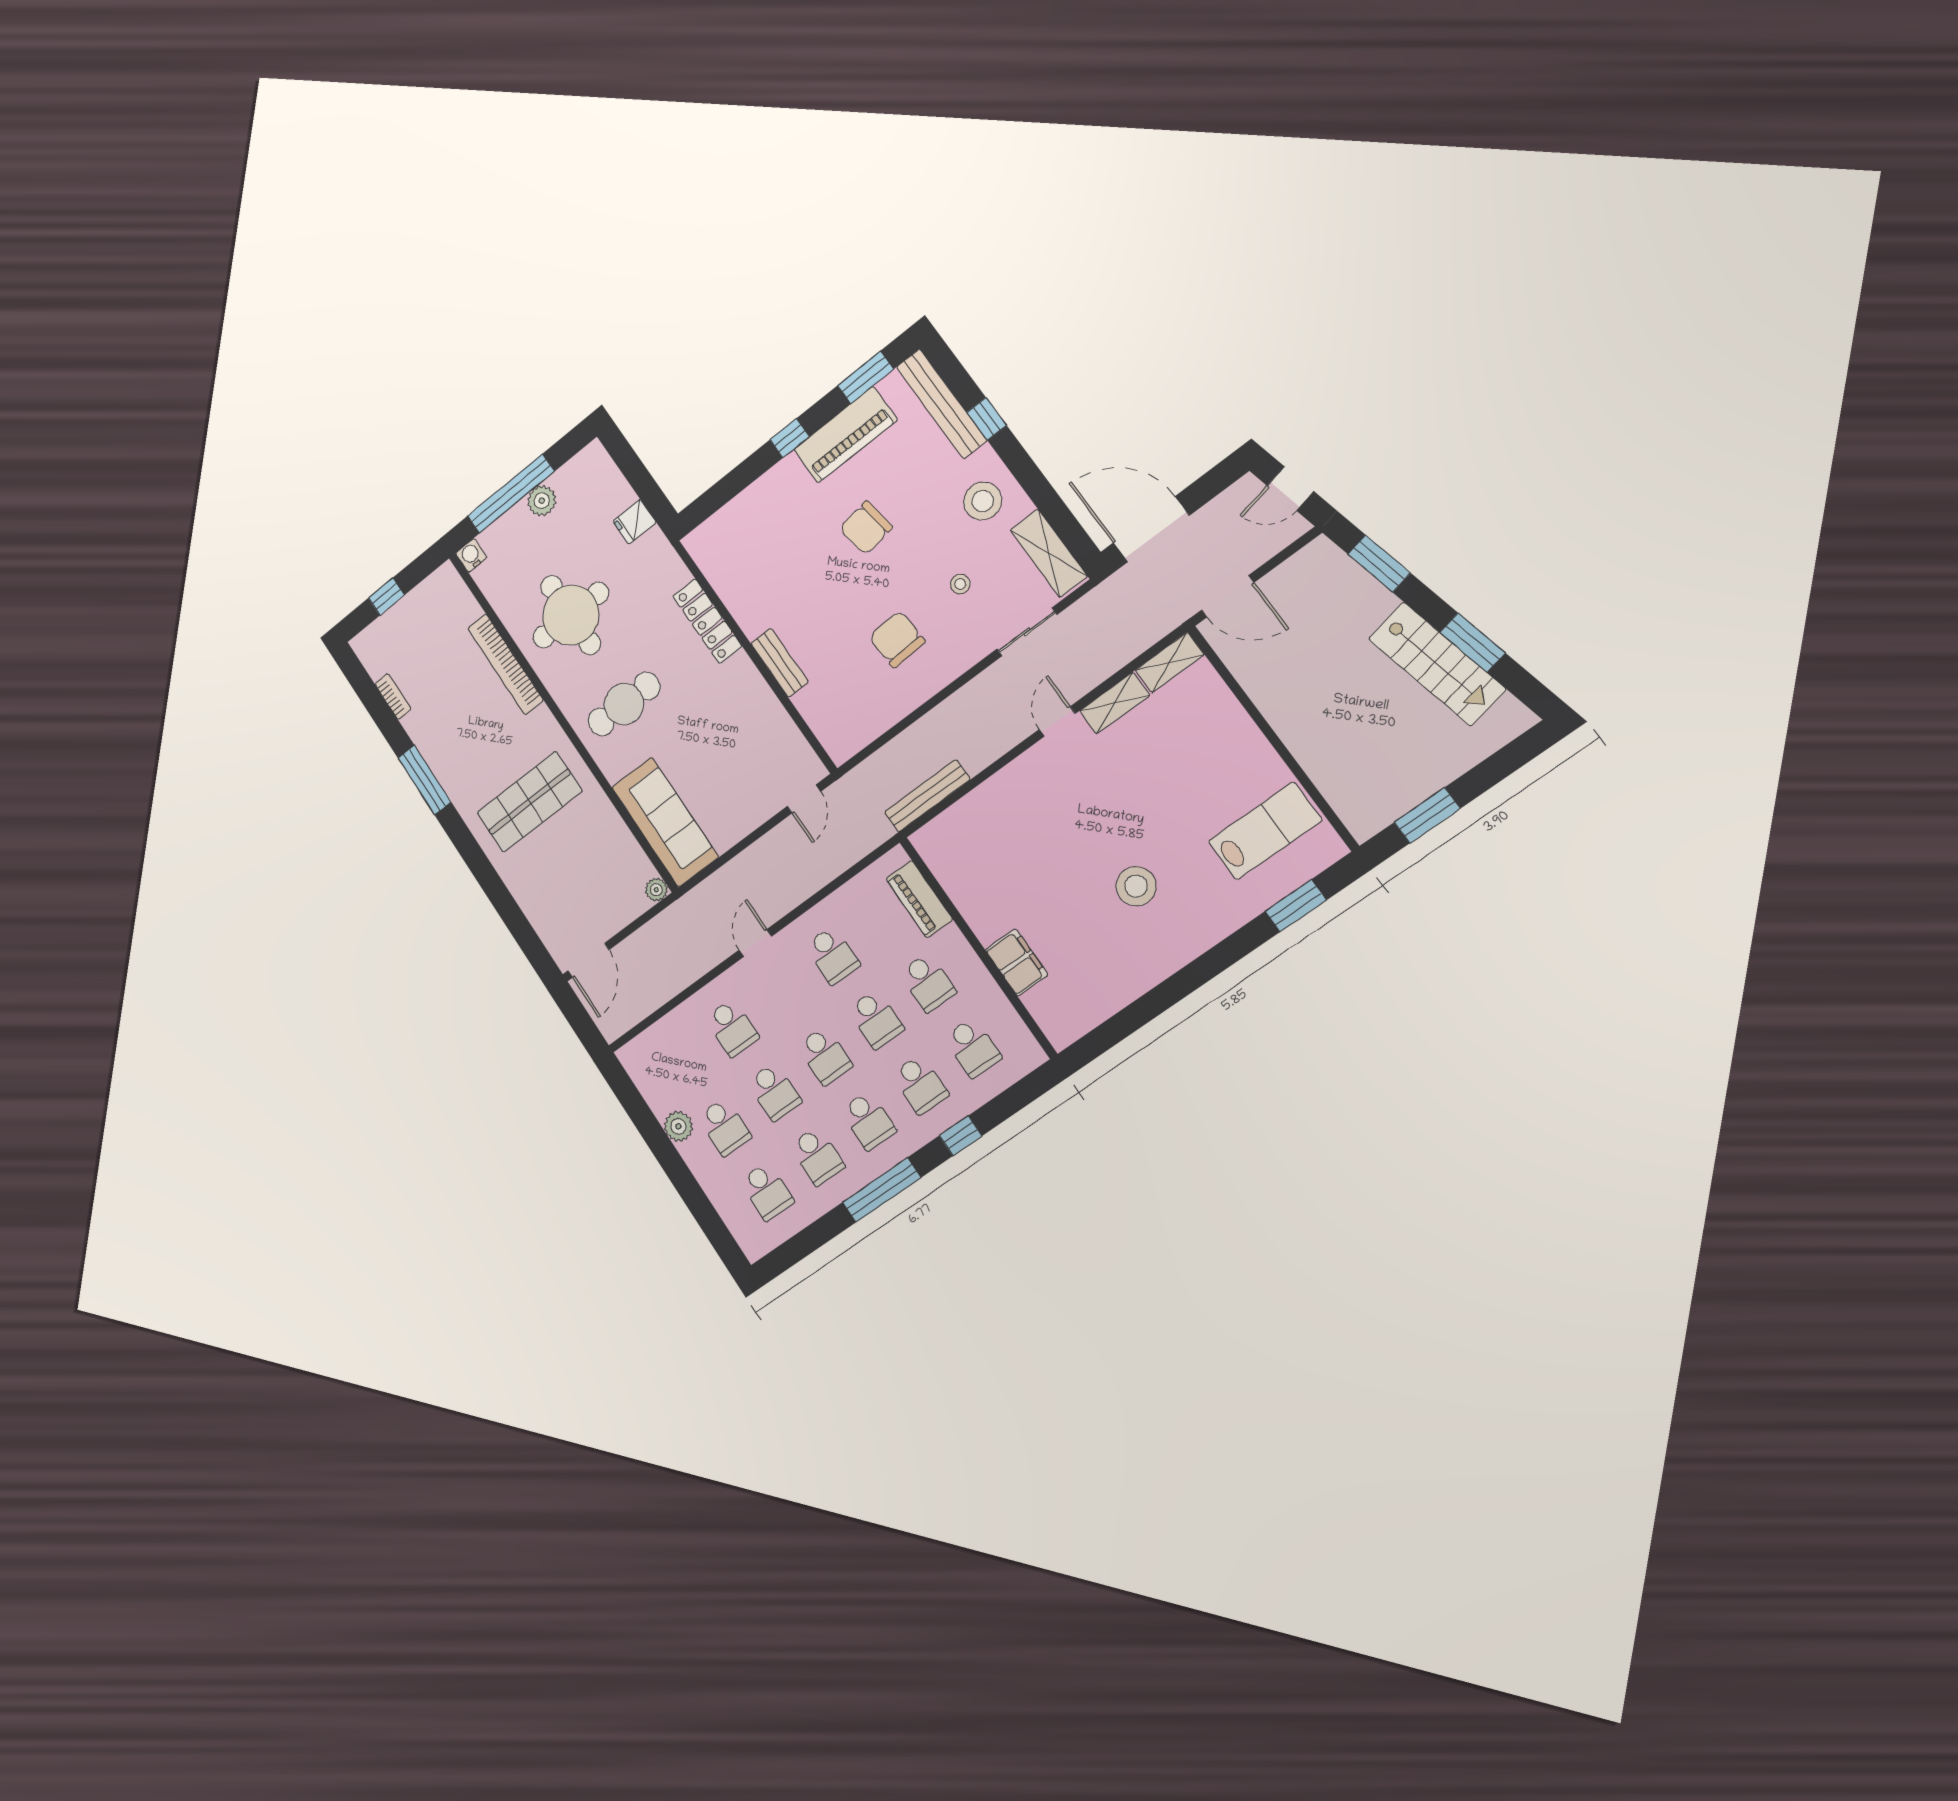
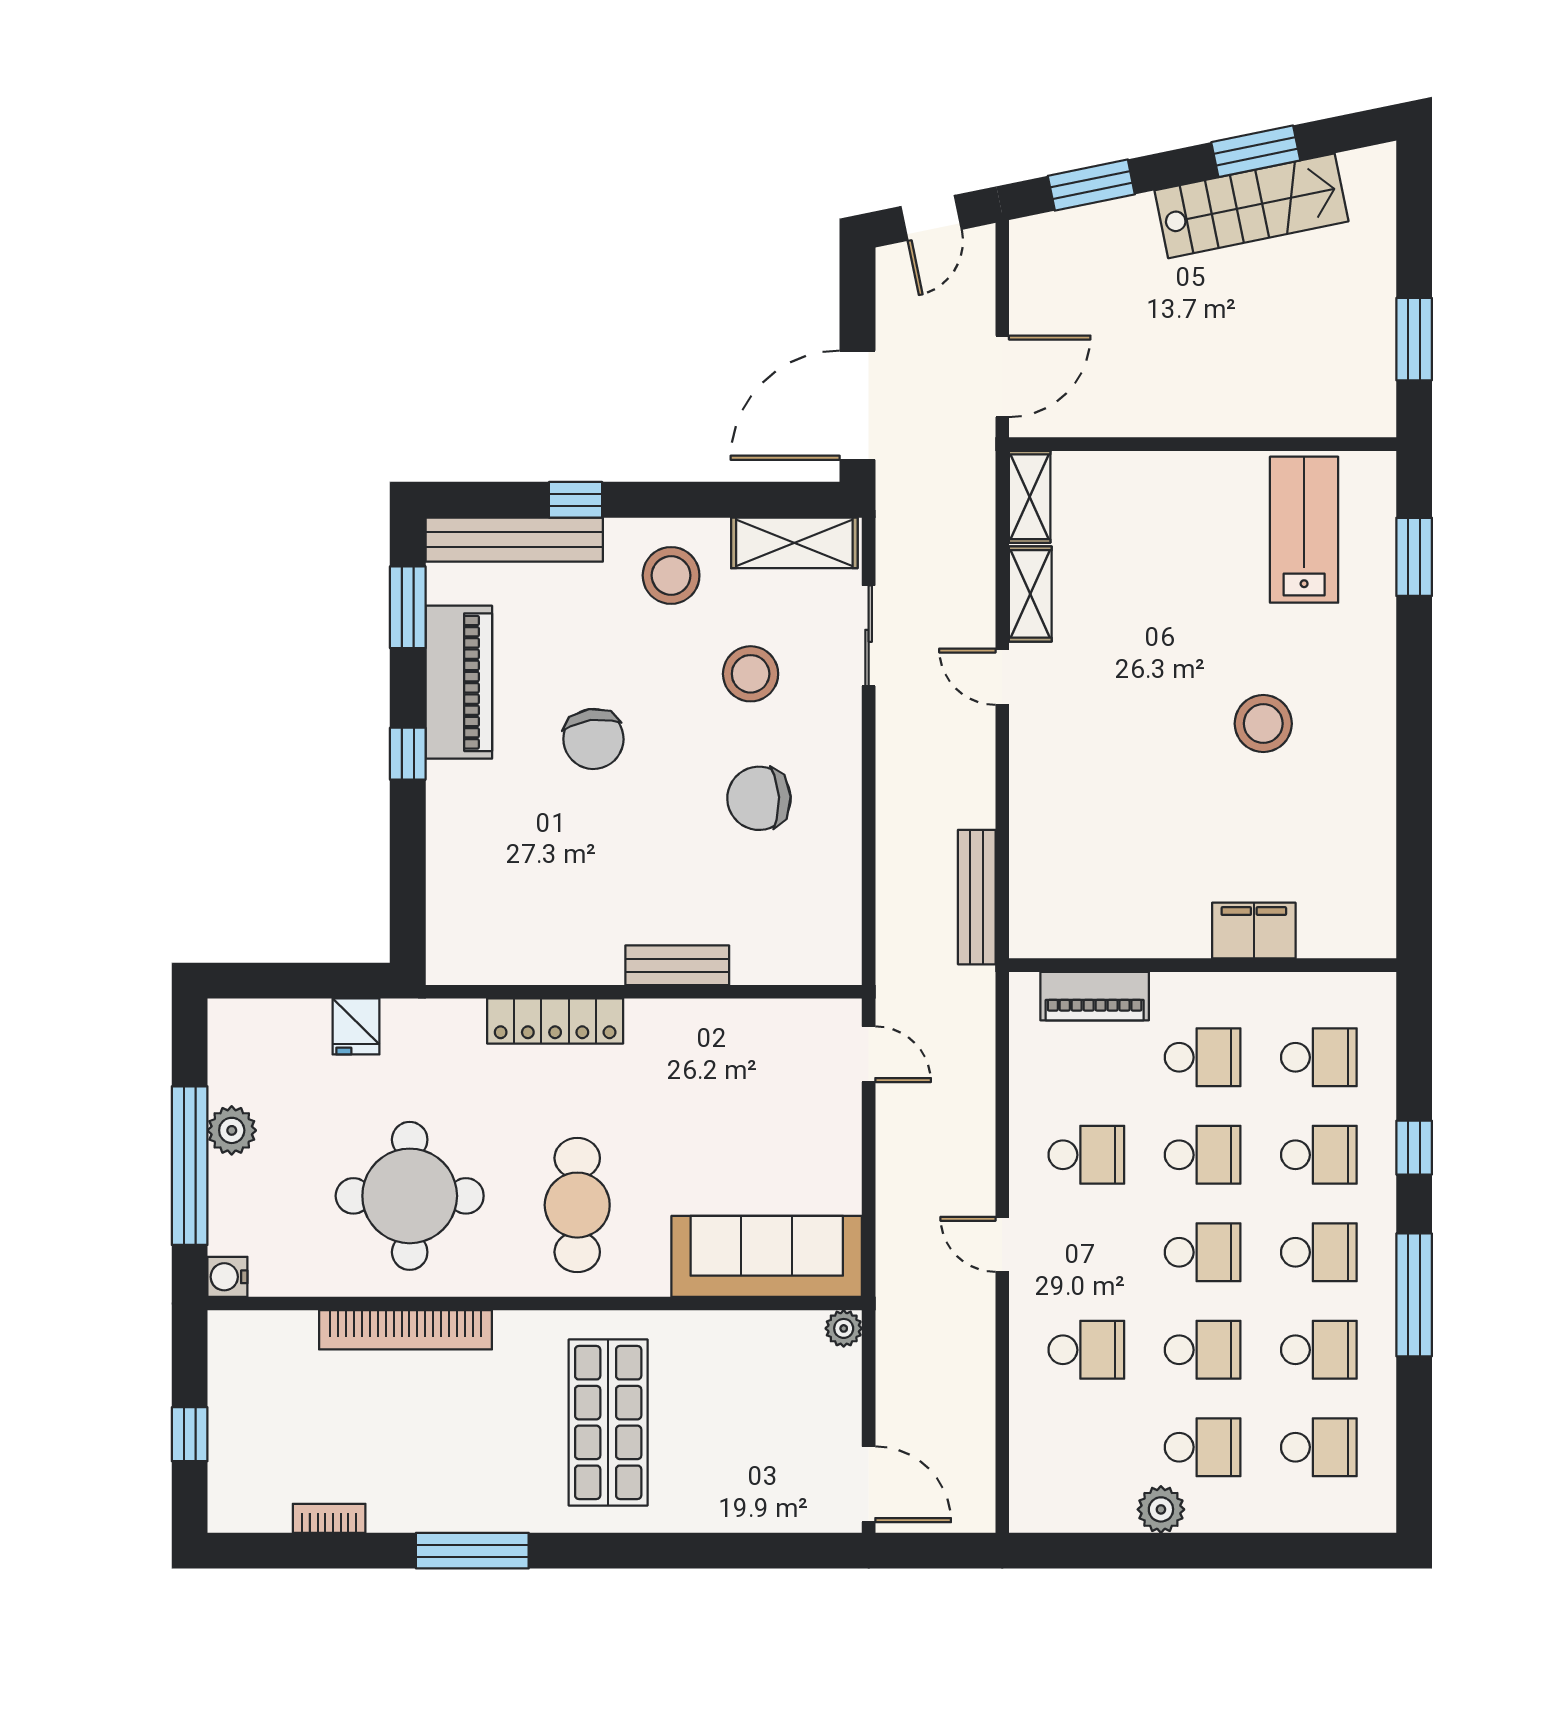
stool: (960, 584) -> (751, 674), width x1.89, depth x1.89

